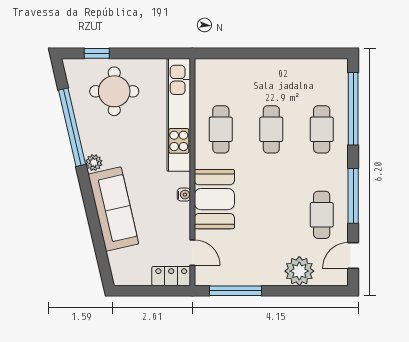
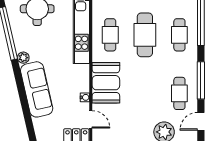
cafe table: (271, 129) -> (145, 35), width x1.37, depth x1.35
water cooler: (184, 195) -> (85, 97), moved

